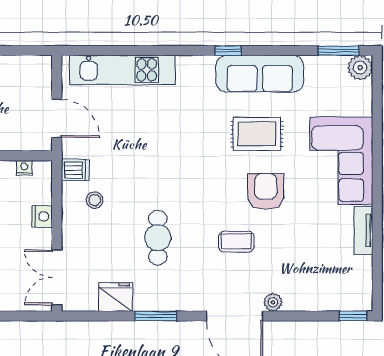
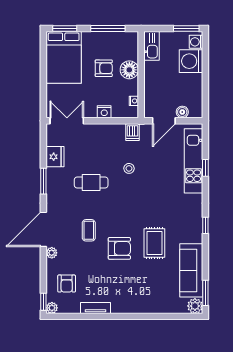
window: (134, 50) -> (205, 168), added
sofa: (260, 74) -> (191, 270), moved
boiler: (42, 88) -> (182, 112), added
corner sofa: (341, 161) -> (138, 295), removed
stool: (95, 200) -> (129, 168), moved
armchair: (323, 278) -> (67, 284), added
plant: (363, 302) -> (52, 308), added

